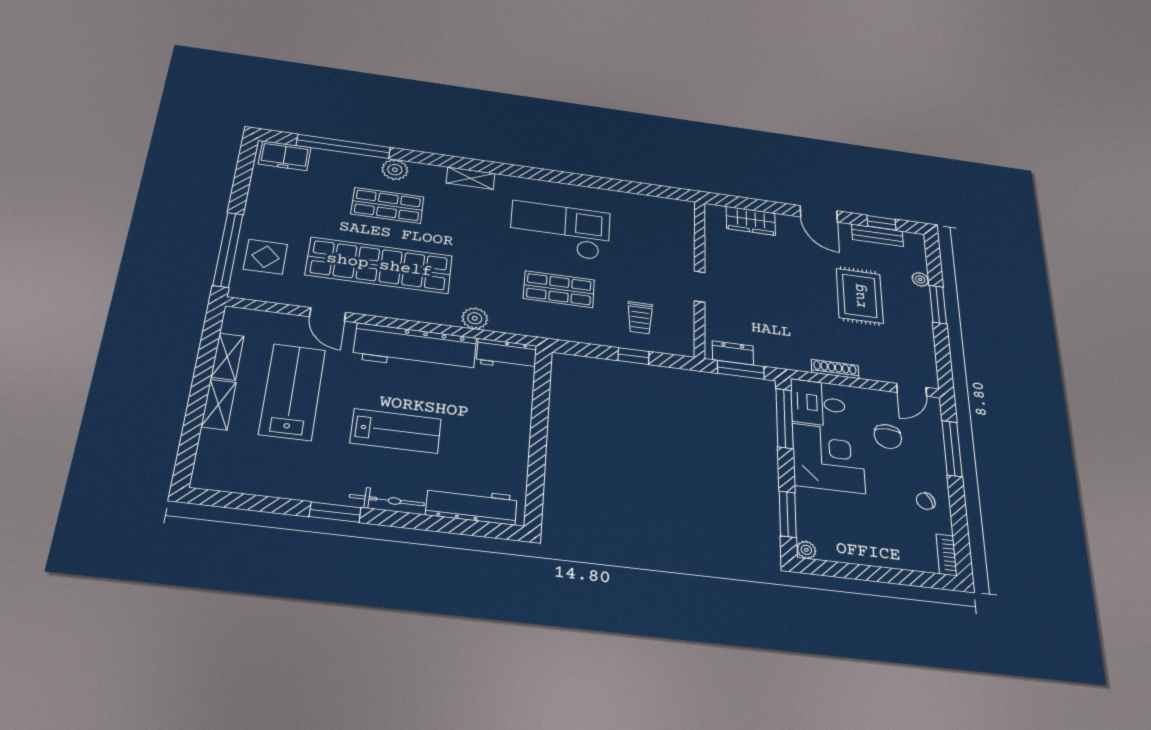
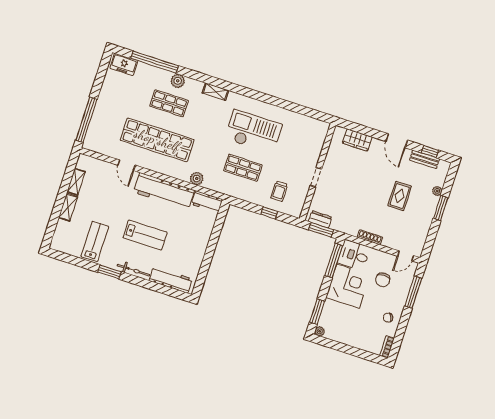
display table: (266, 257) -> (103, 127), removed
rug: (860, 296) -> (400, 196), width x0.73, depth x0.70
lab bench: (292, 392) -> (95, 241), moved, width x0.73, depth x0.72

